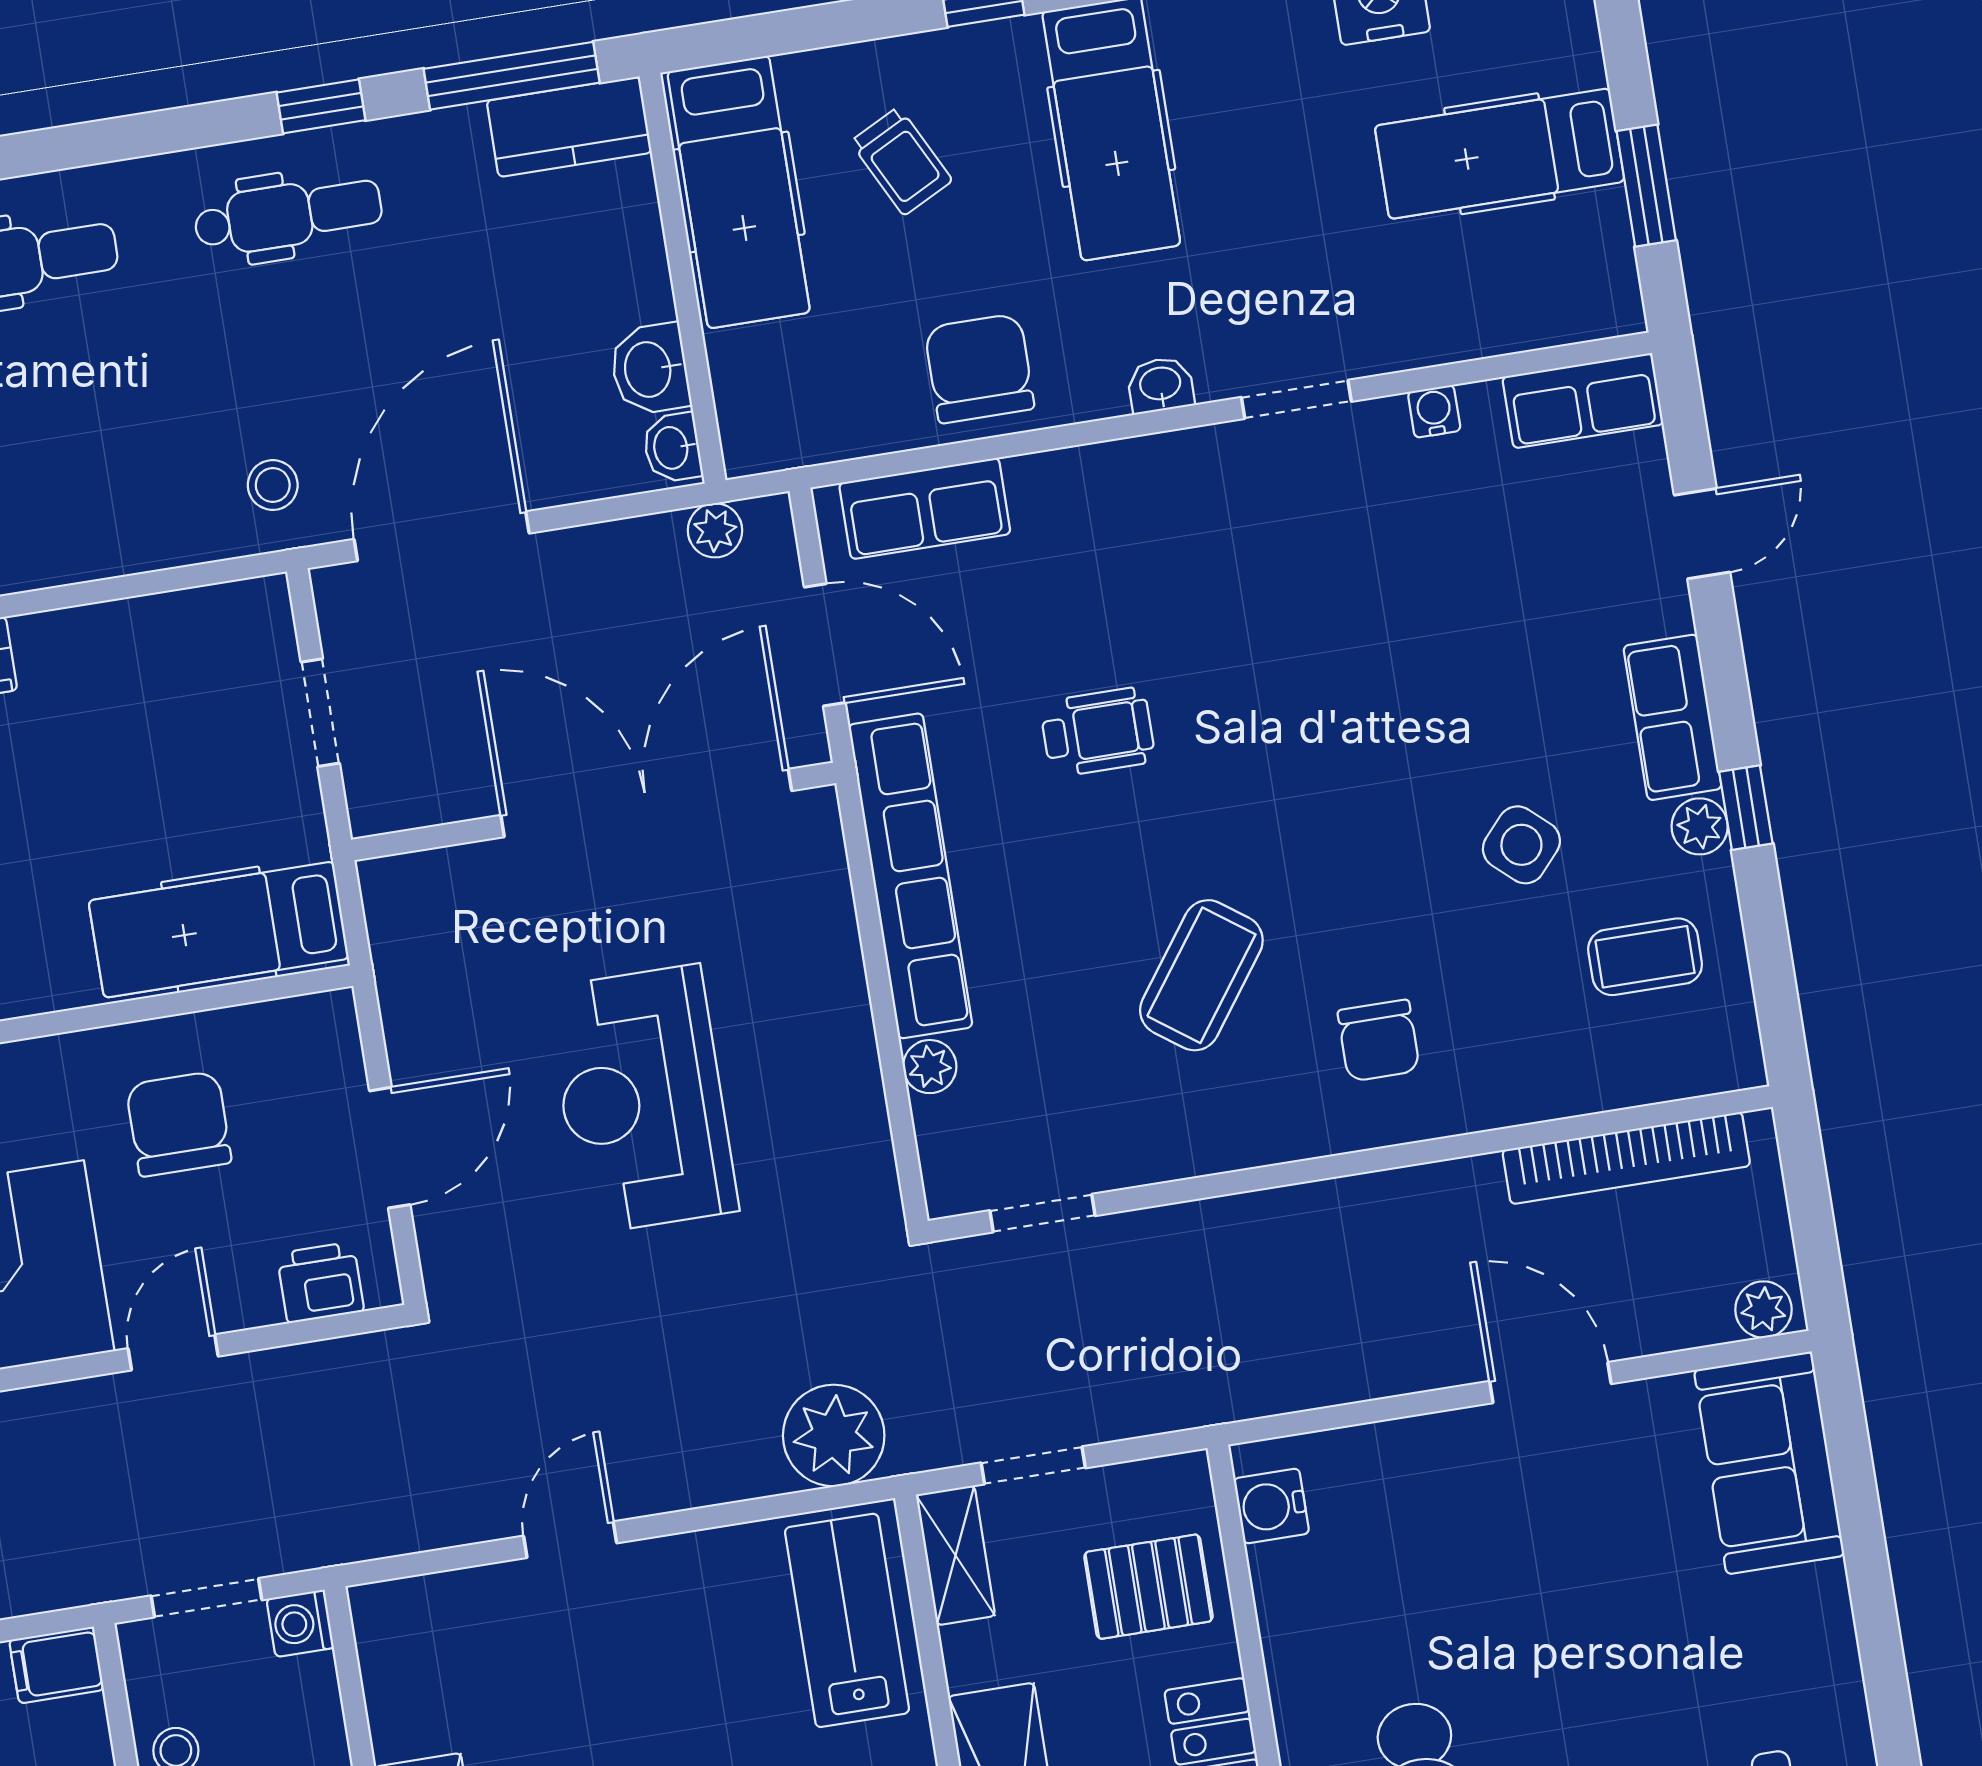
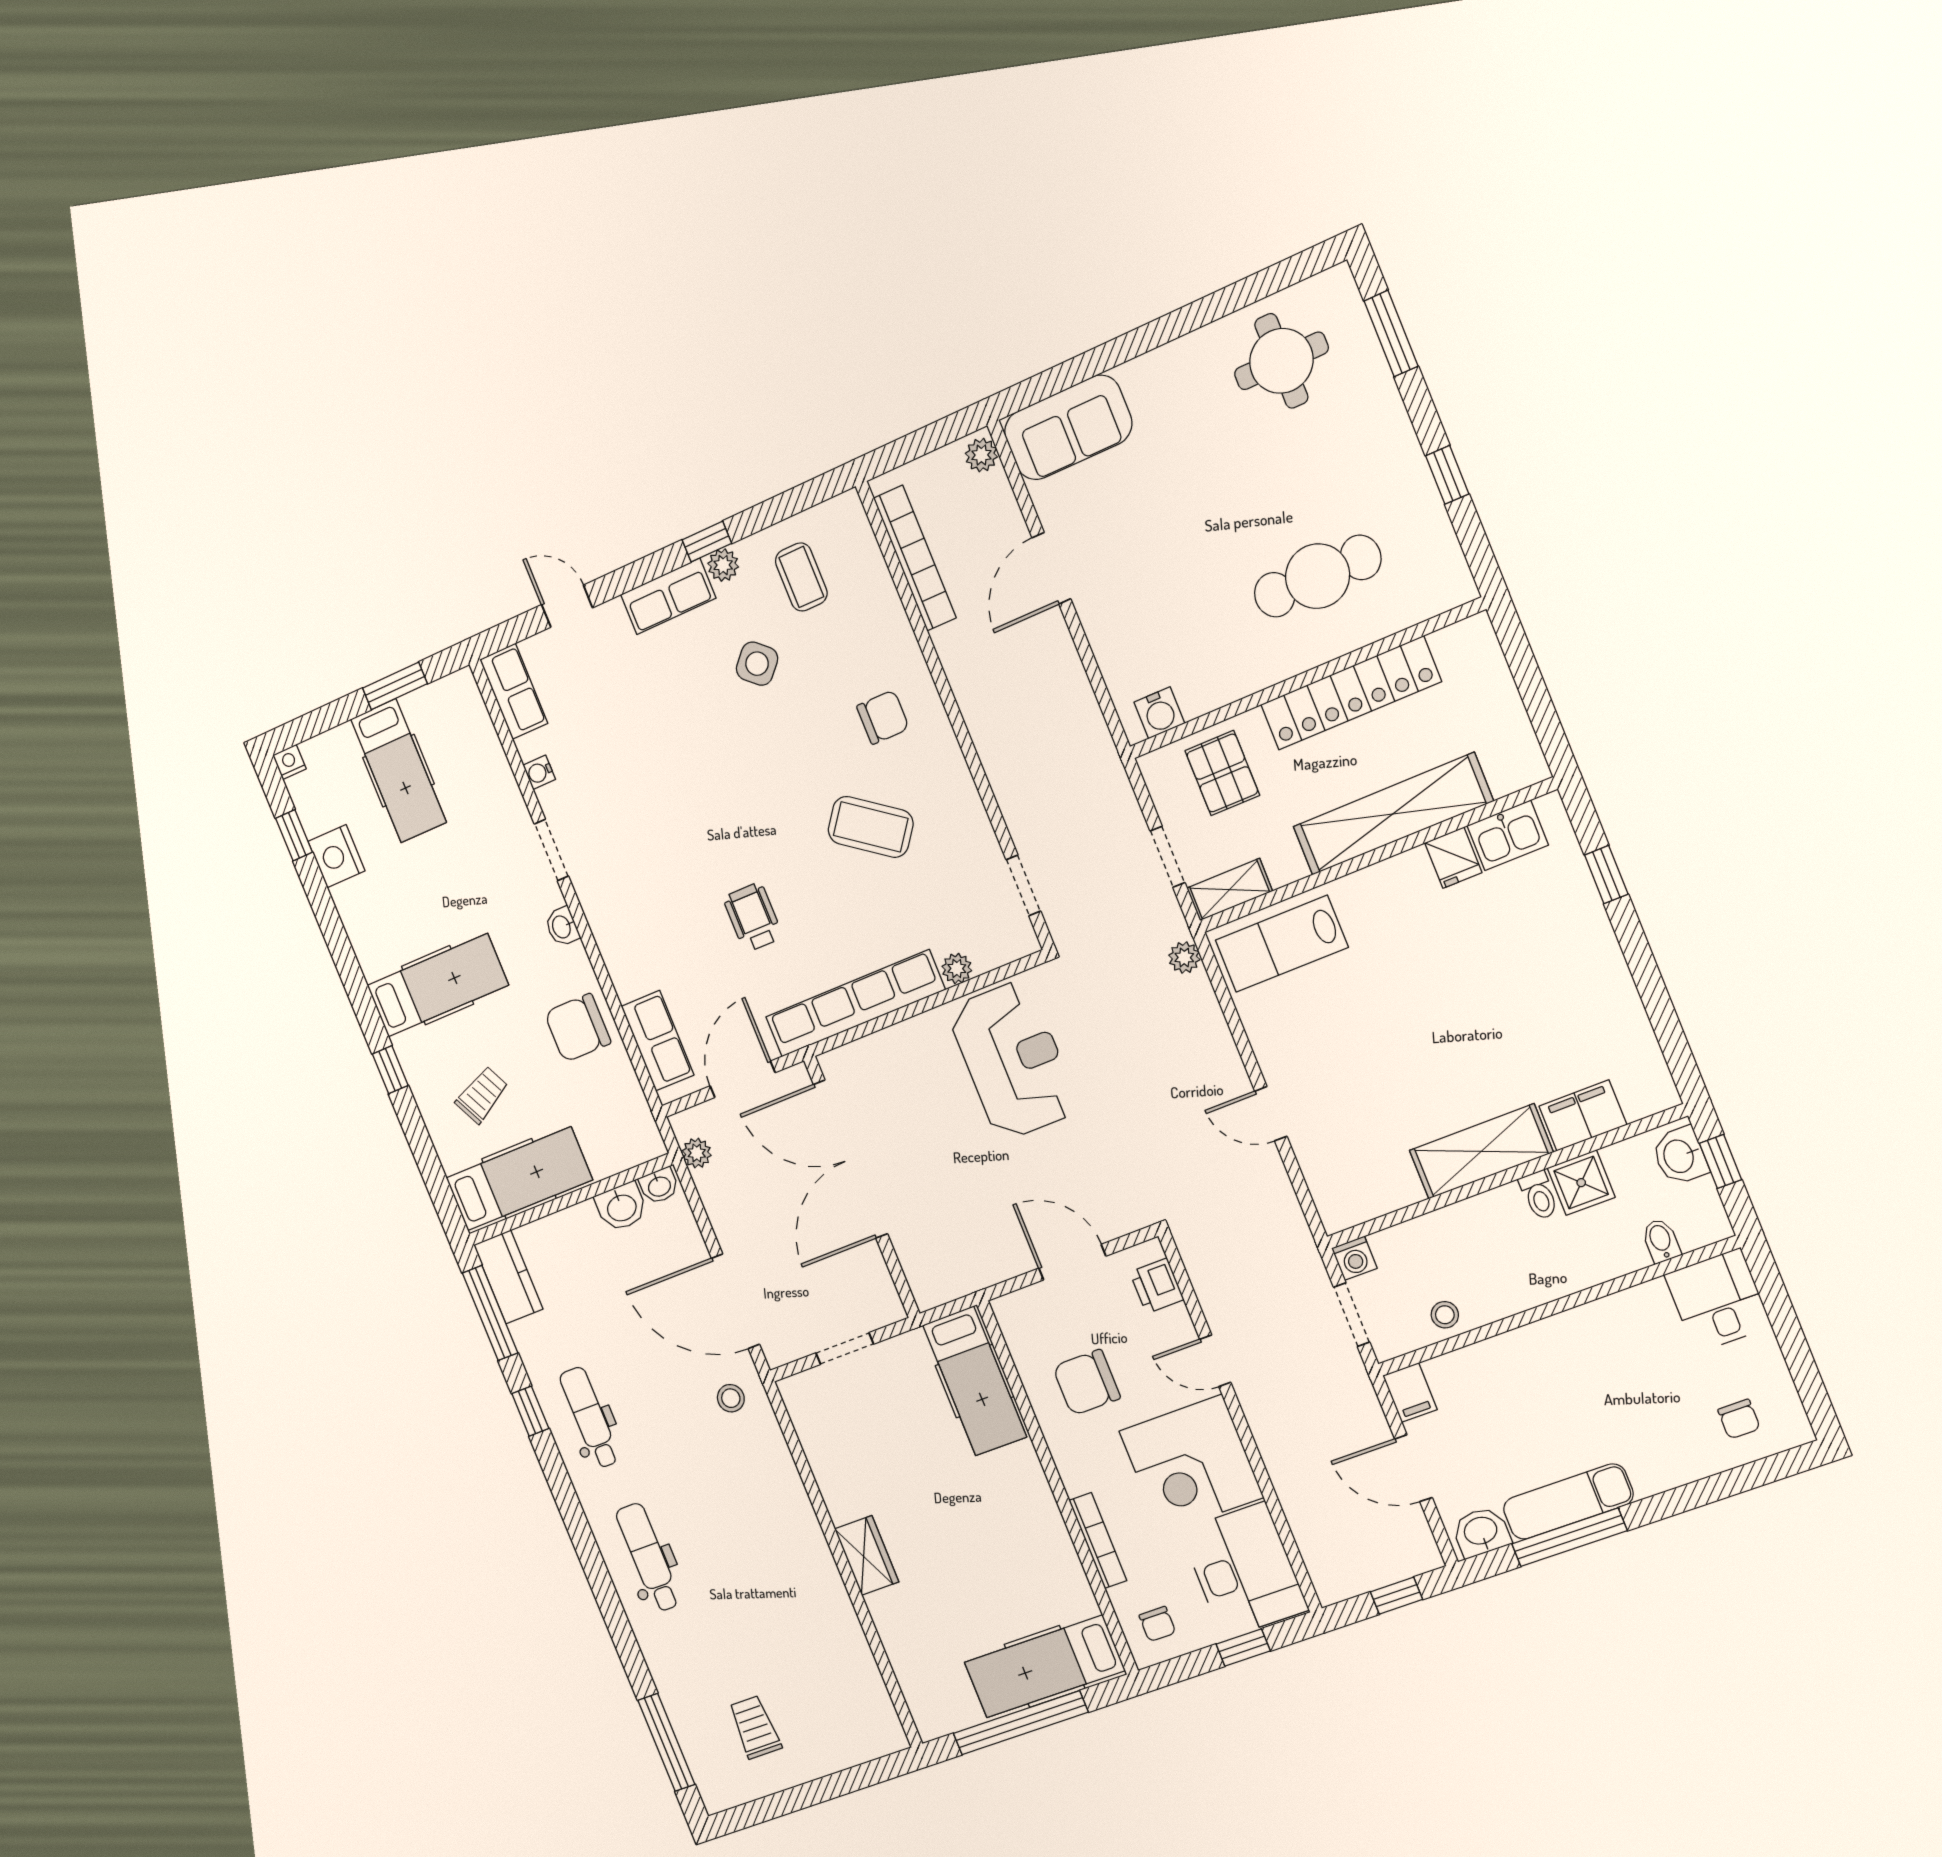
reception desk: (642, 1099) -> (1013, 1060), moved, turned -90
plant: (834, 1435) -> (1184, 957), width x0.53, depth x0.53

